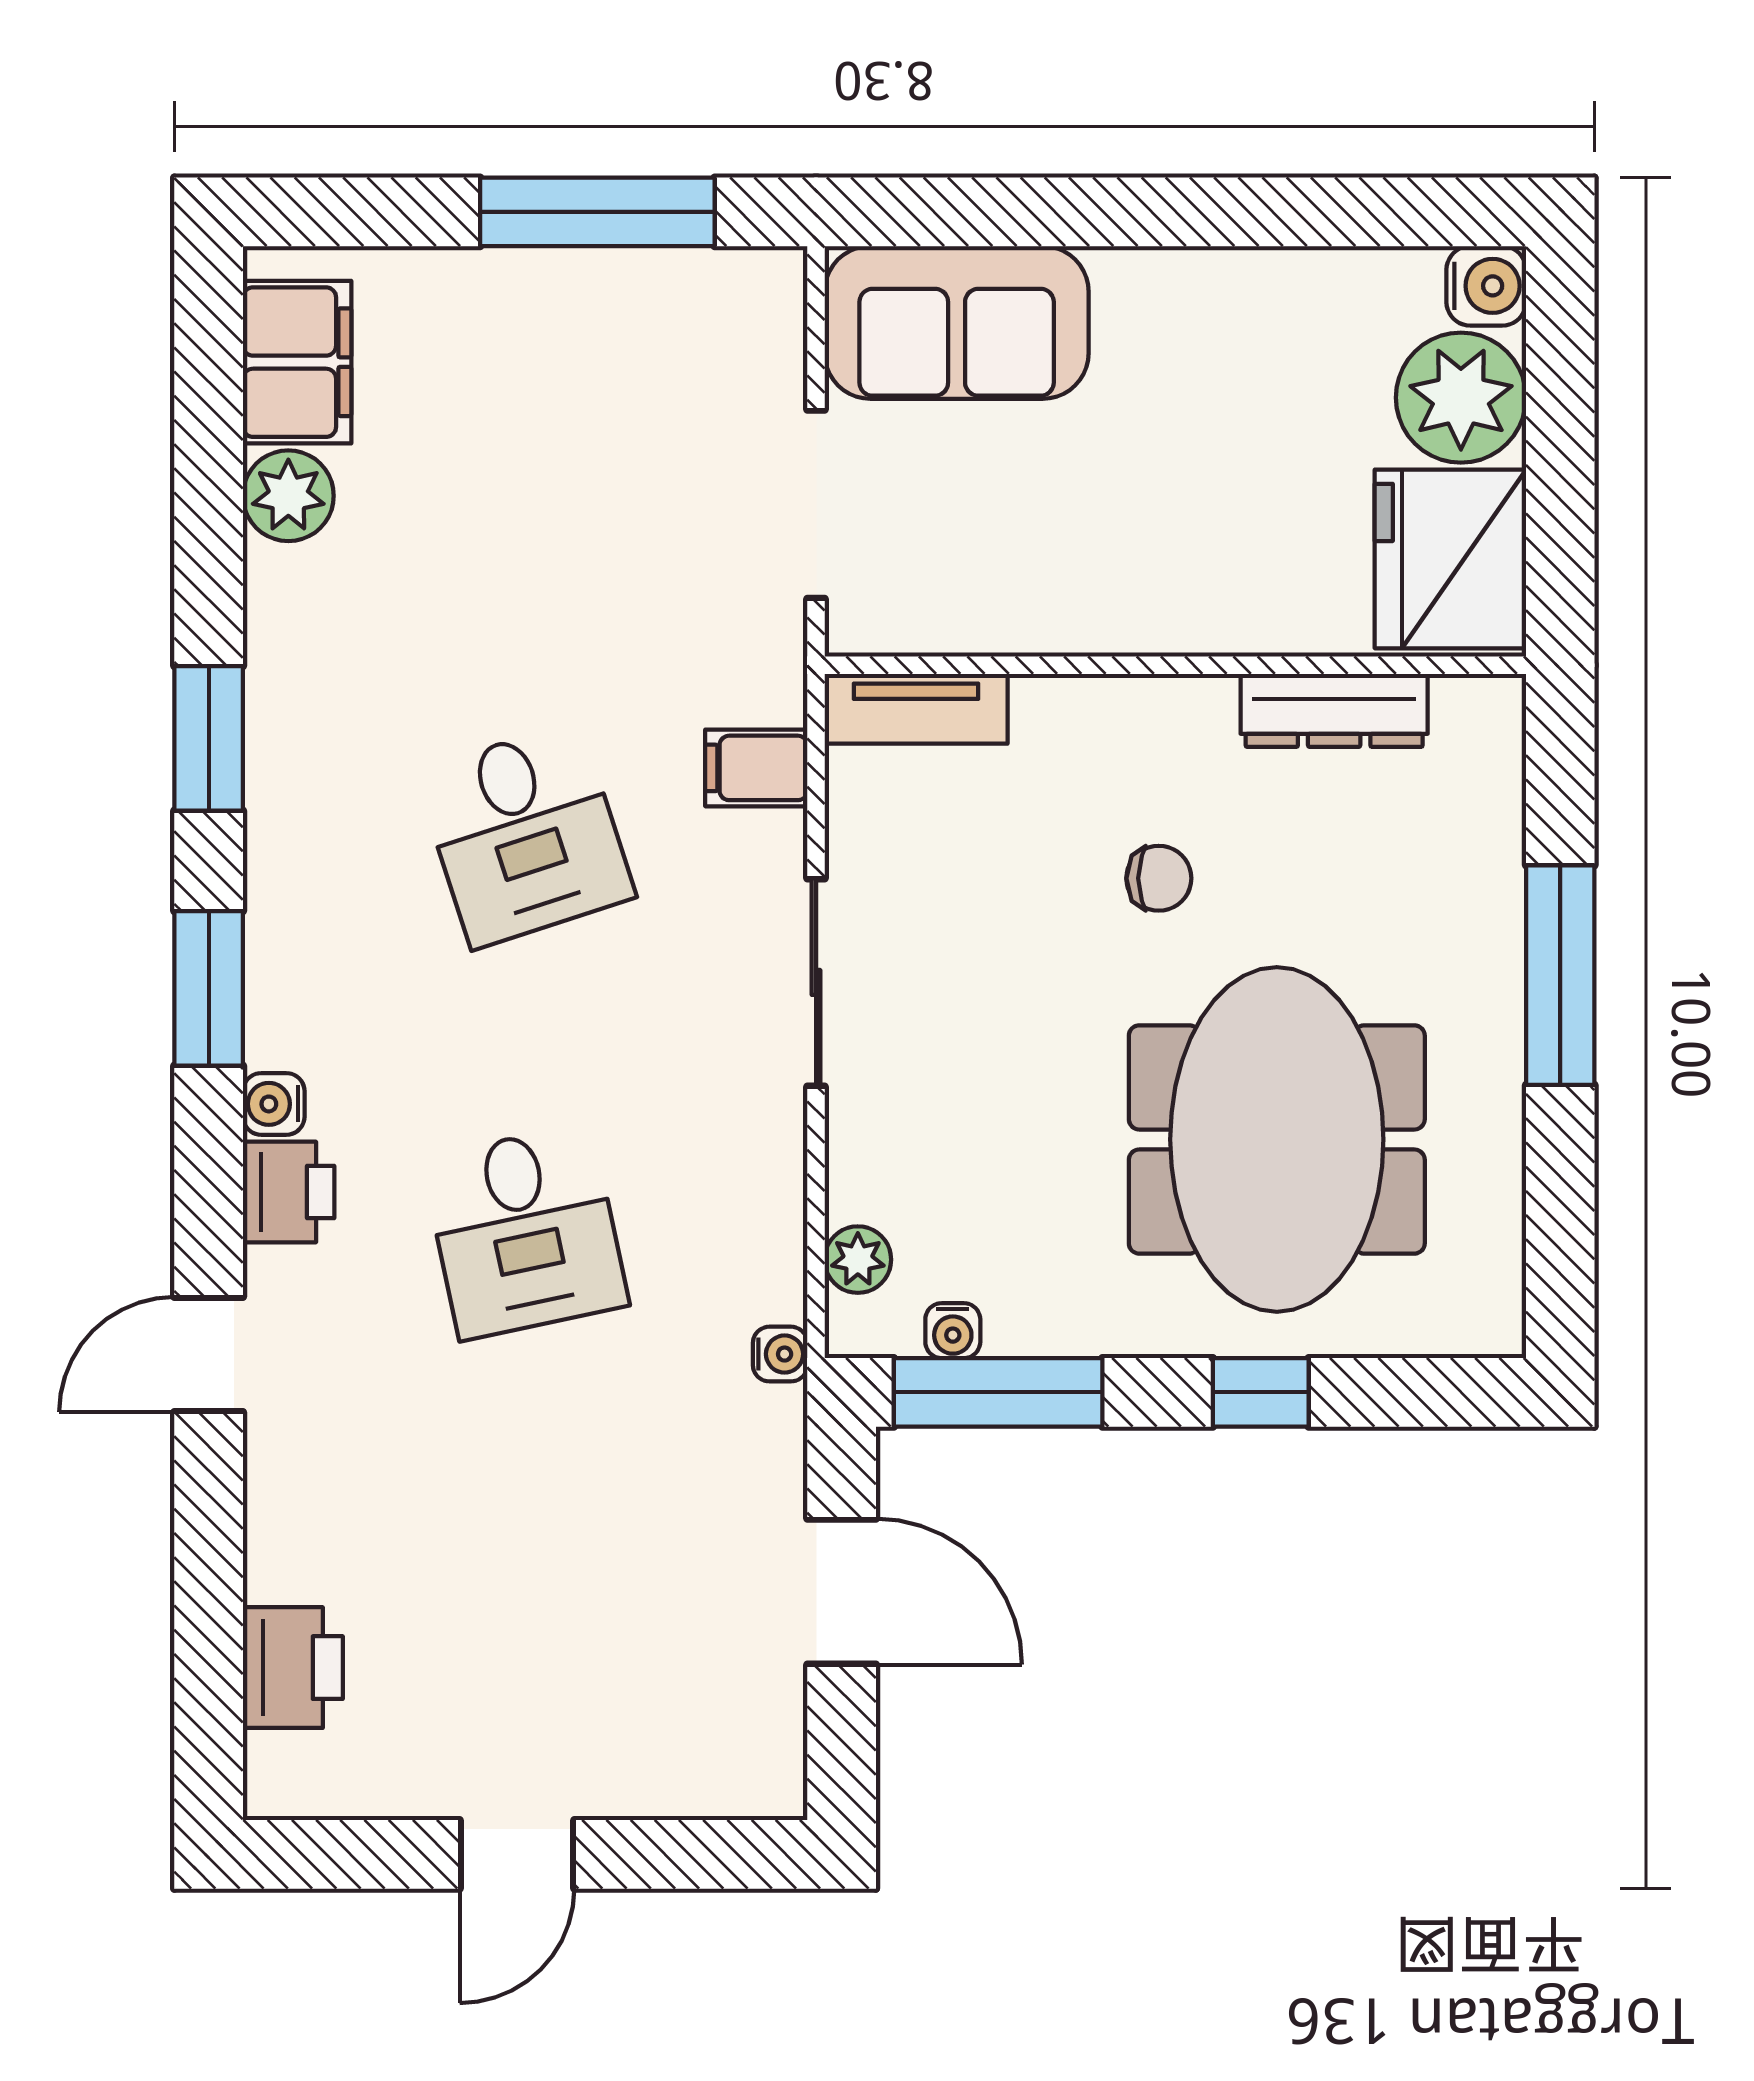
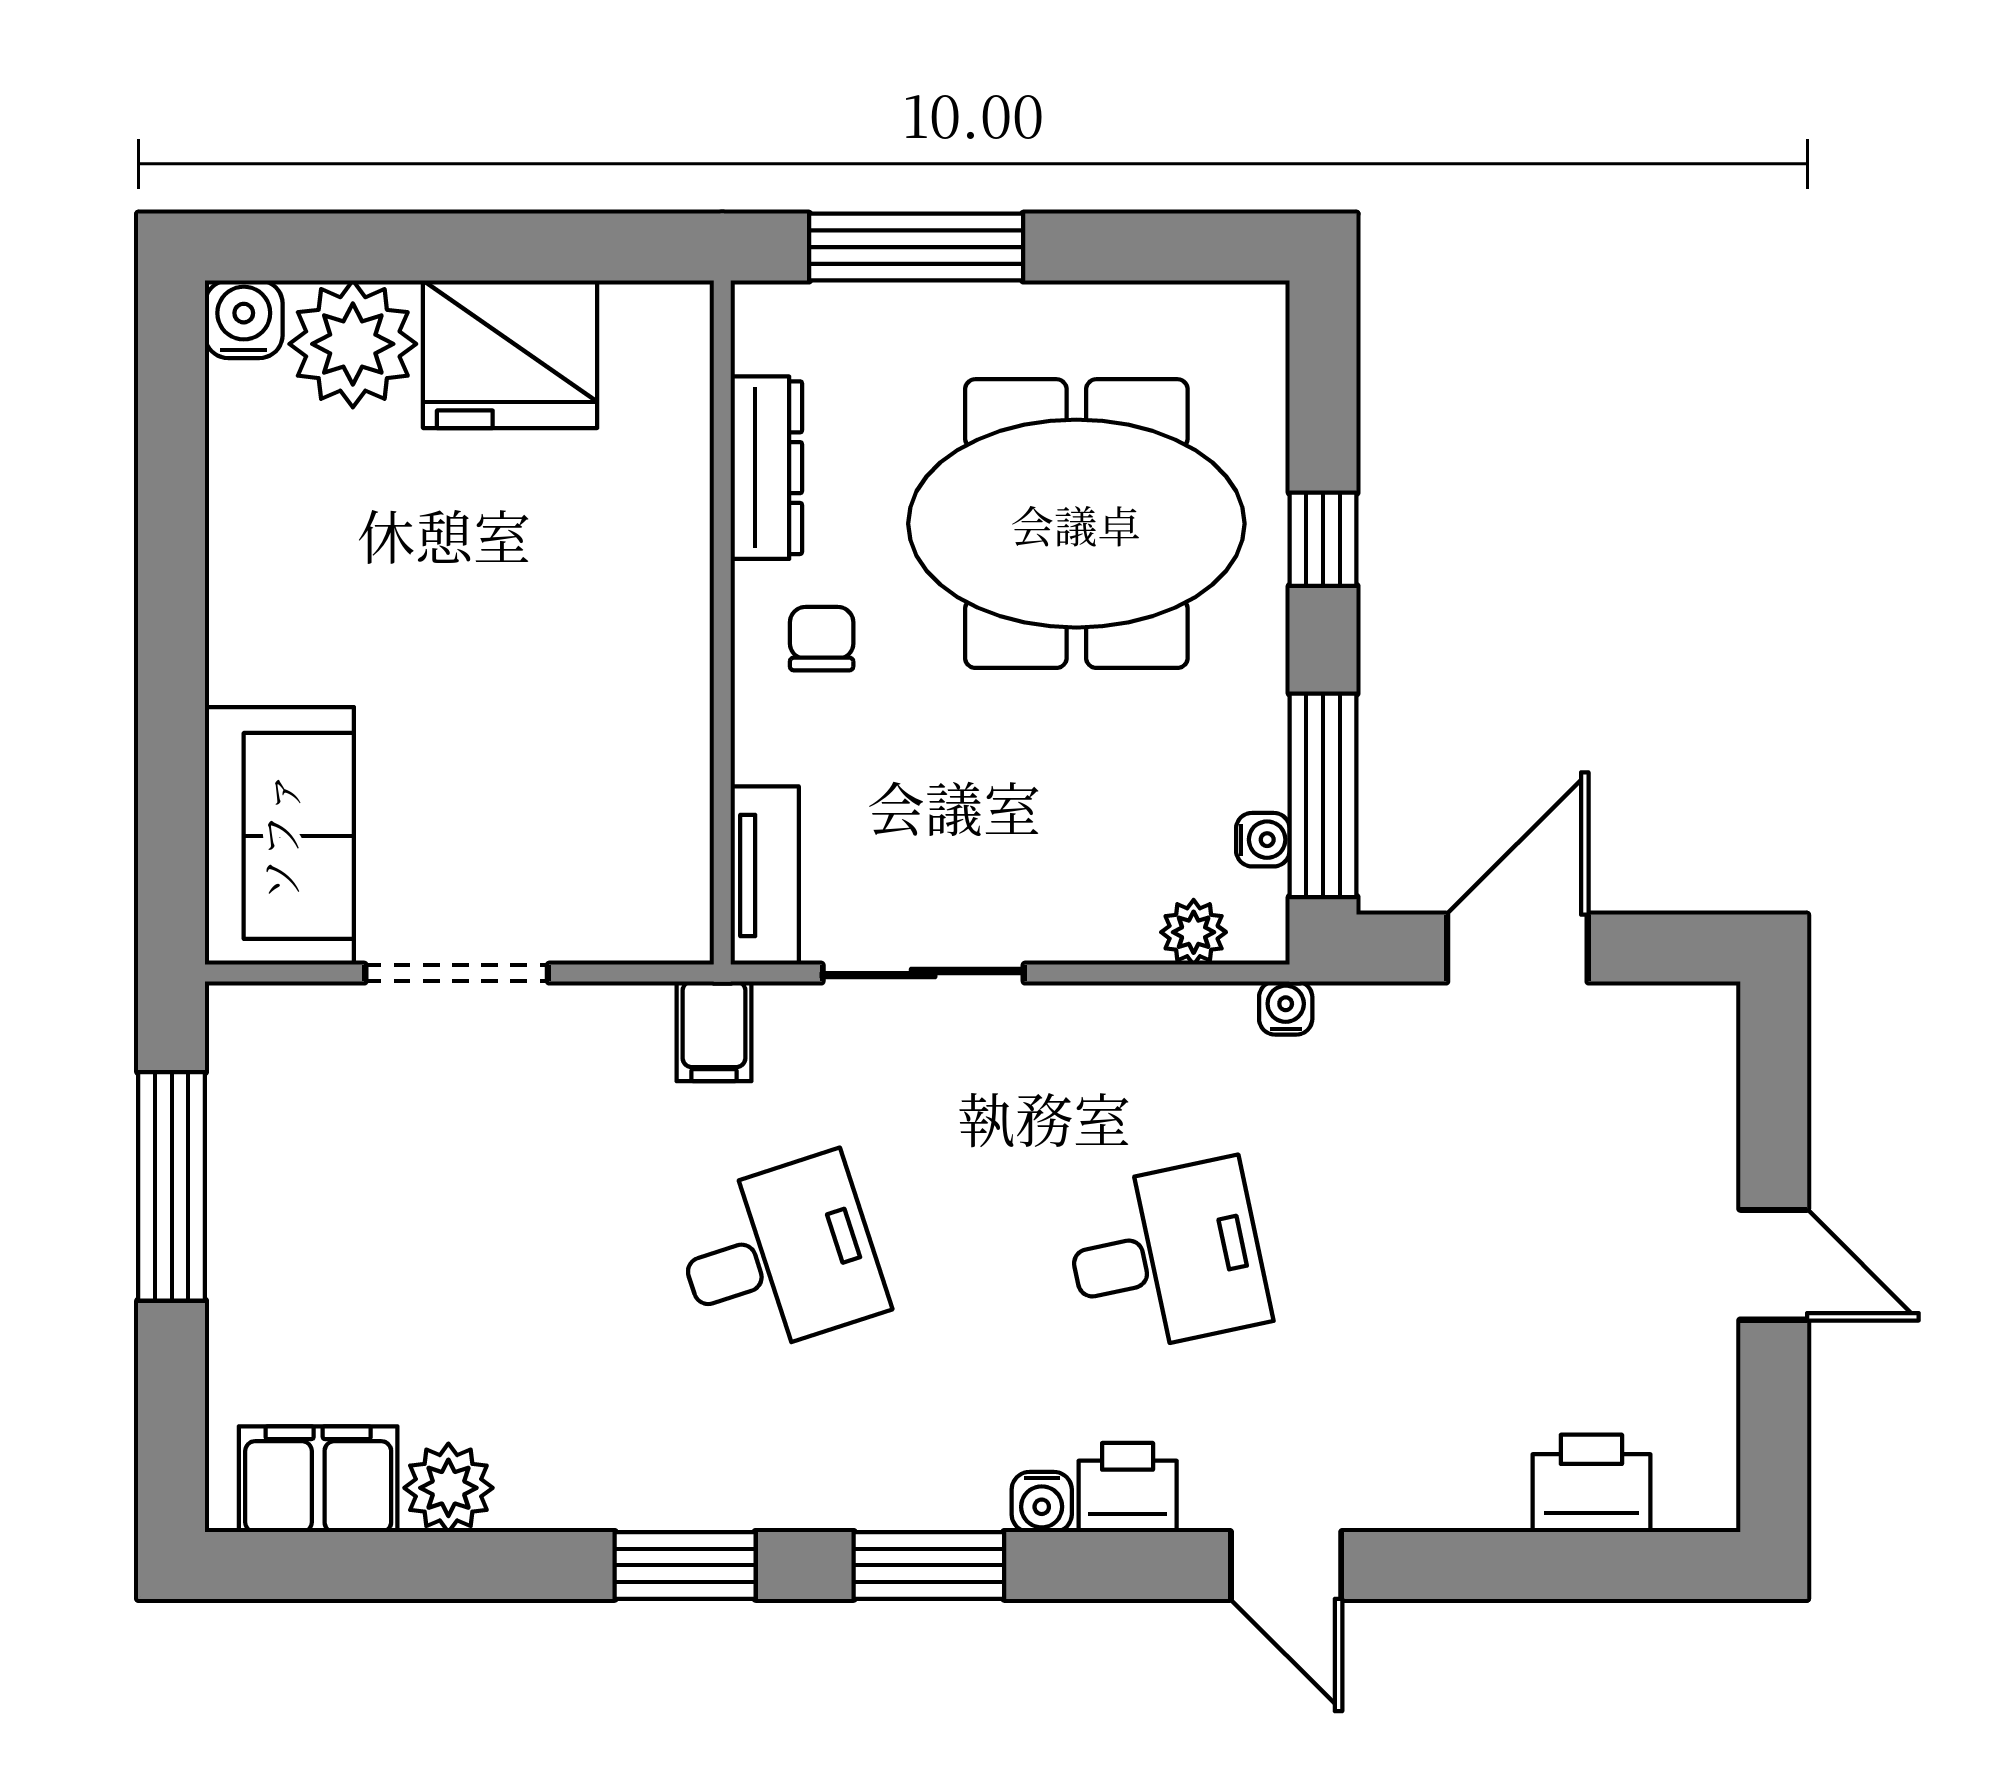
wall: (1175, 665) -> (722, 623), moved
tv unit: (916, 709) -> (765, 875), moved
dresser: (1334, 710) -> (766, 468), moved

